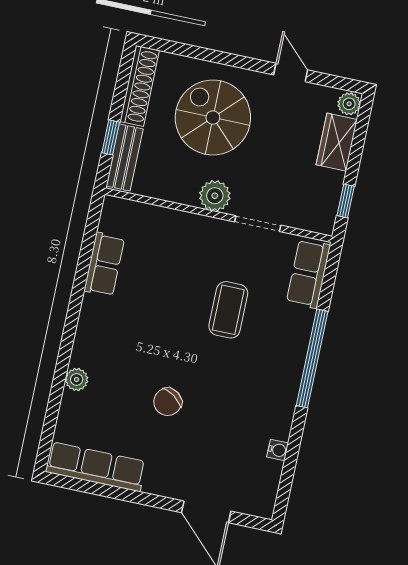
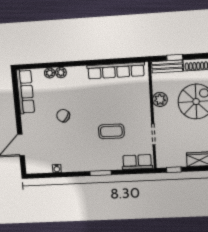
plant: (215, 196) -> (160, 99), moved
row of seats: (104, 264) -> (116, 71), width x2.02
window: (312, 358) -> (101, 173), width x0.47
plant: (71, 403) -> (50, 73), added

